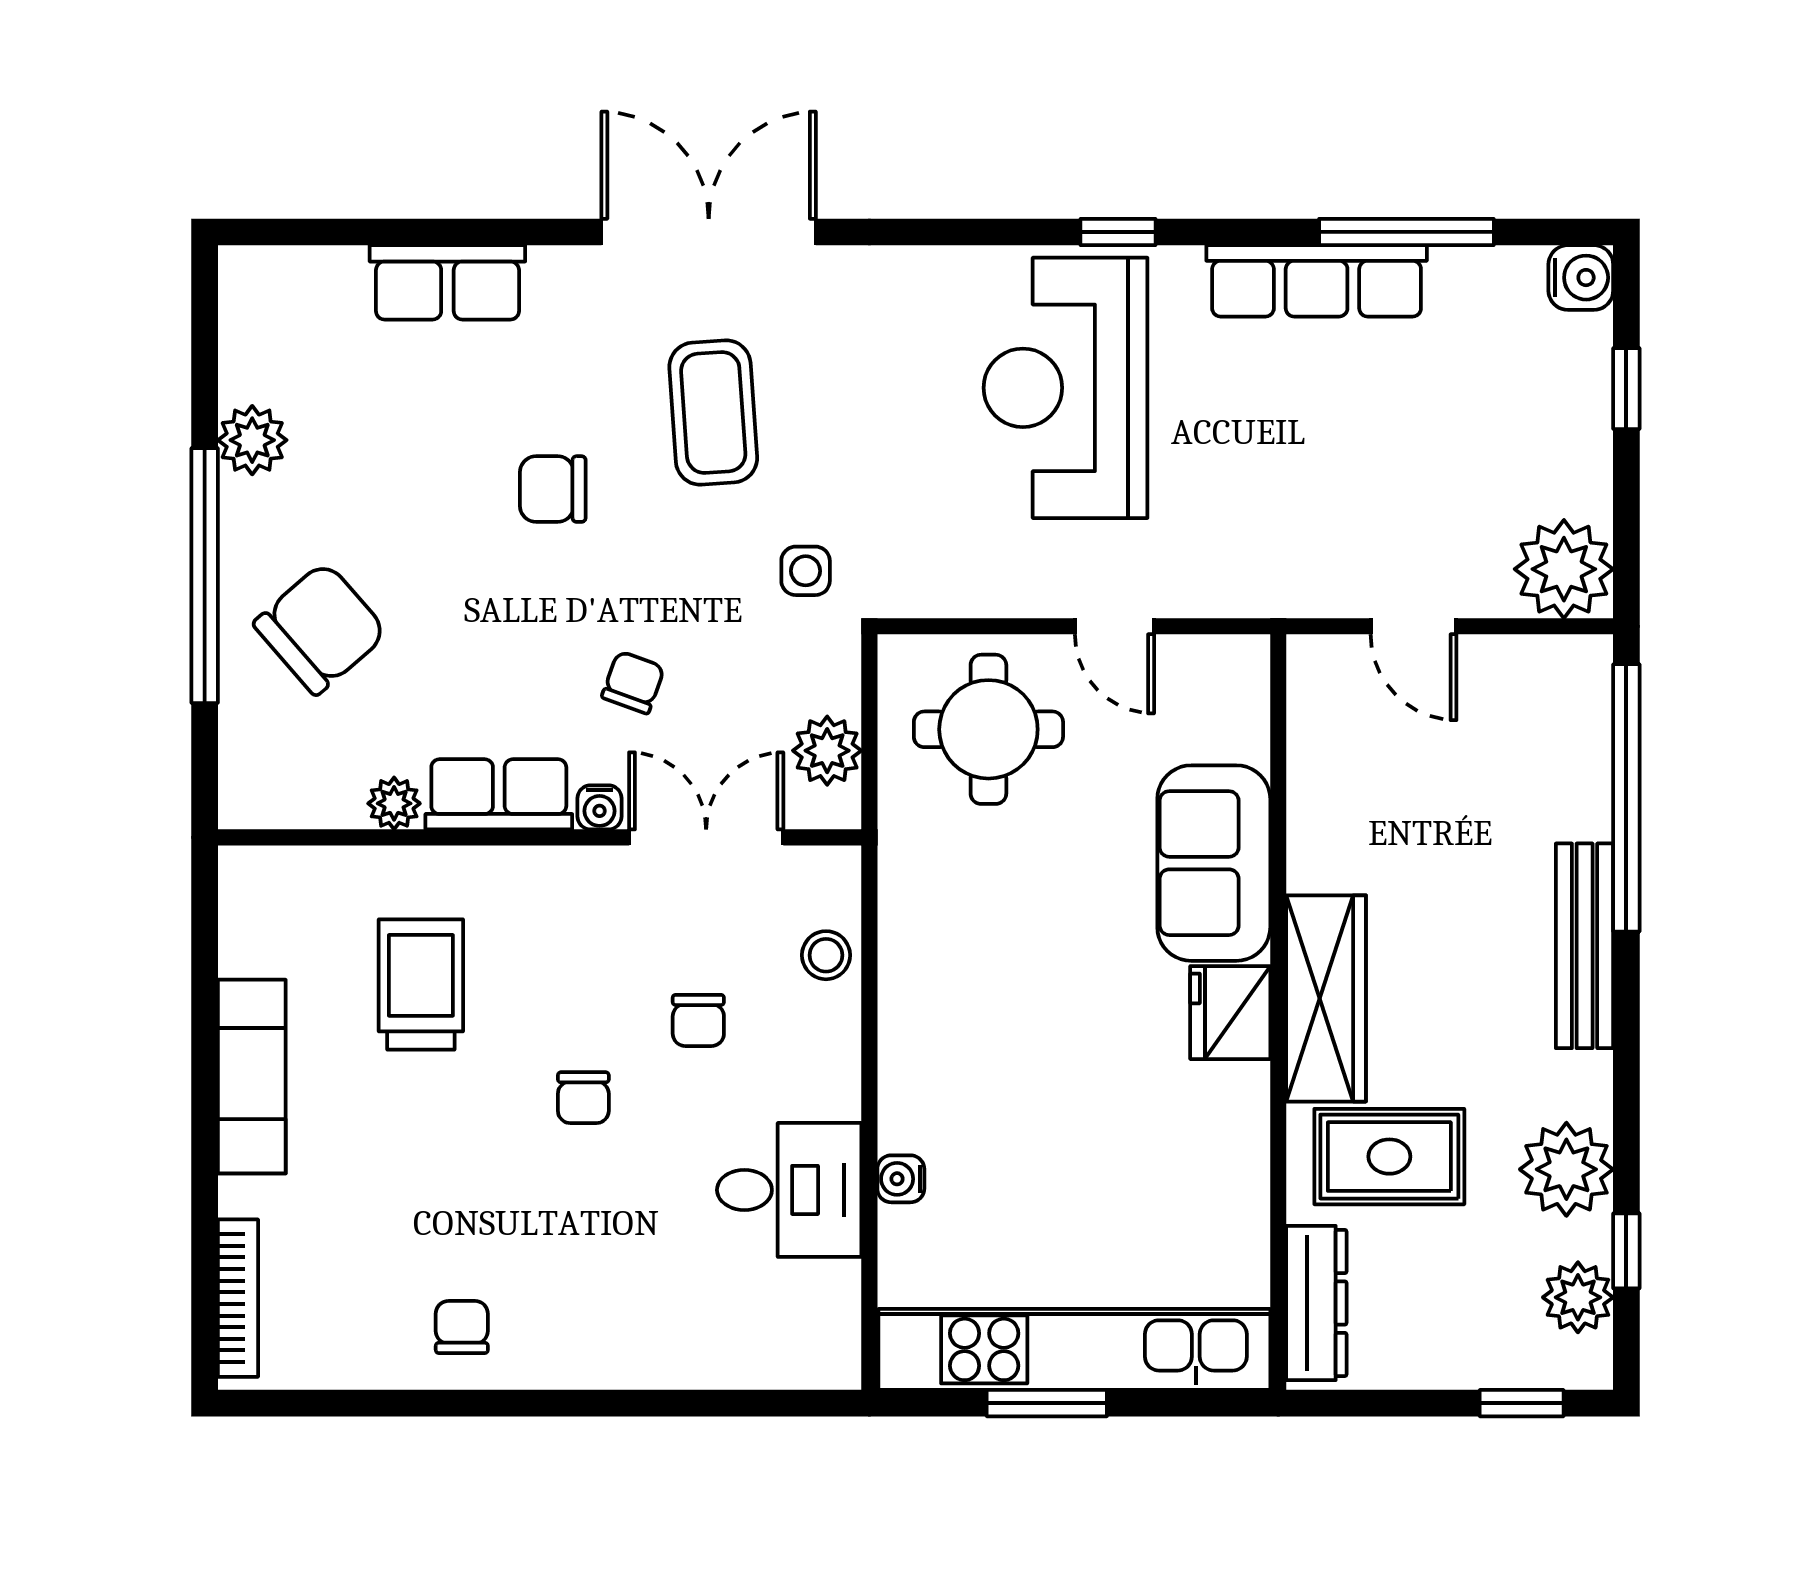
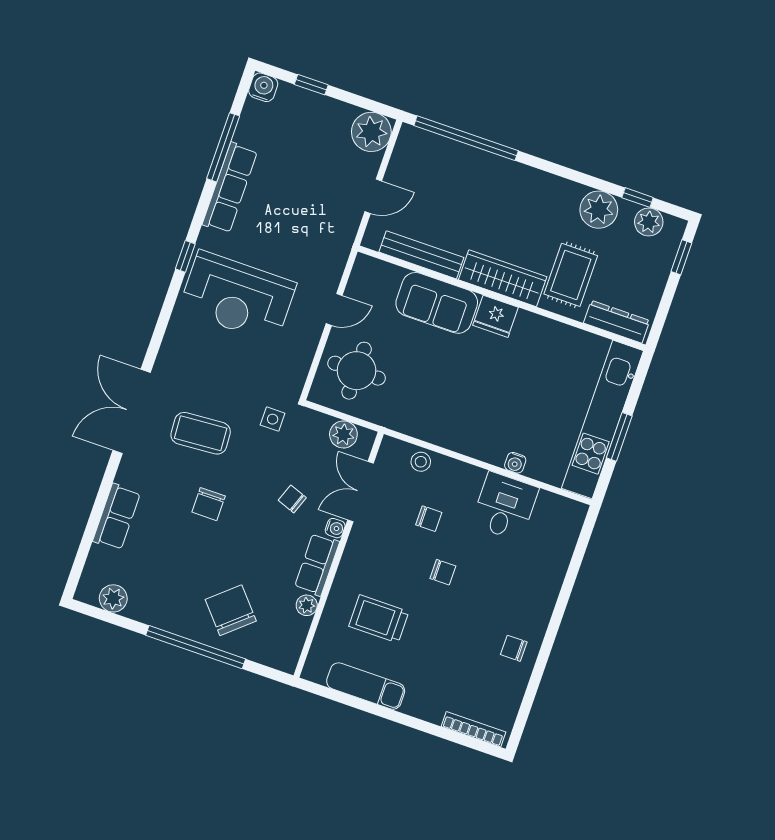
plant: (252, 440) -> (113, 598), moved
bench: (1585, 946) -> (421, 255), moved
exam couch: (252, 1077) -> (366, 686), moved

